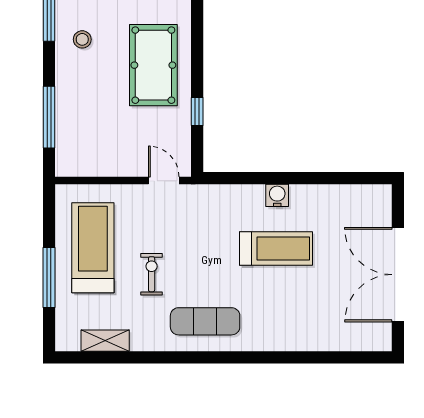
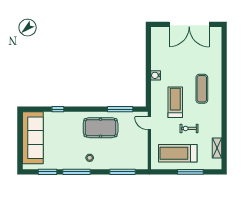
window: (197, 111) -> (120, 109), width x2.17
door: (164, 181) -> (149, 123), hinge flipped
treadmill: (276, 248) -> (175, 102), moved
exercise mat: (205, 321) -> (202, 89), moved

